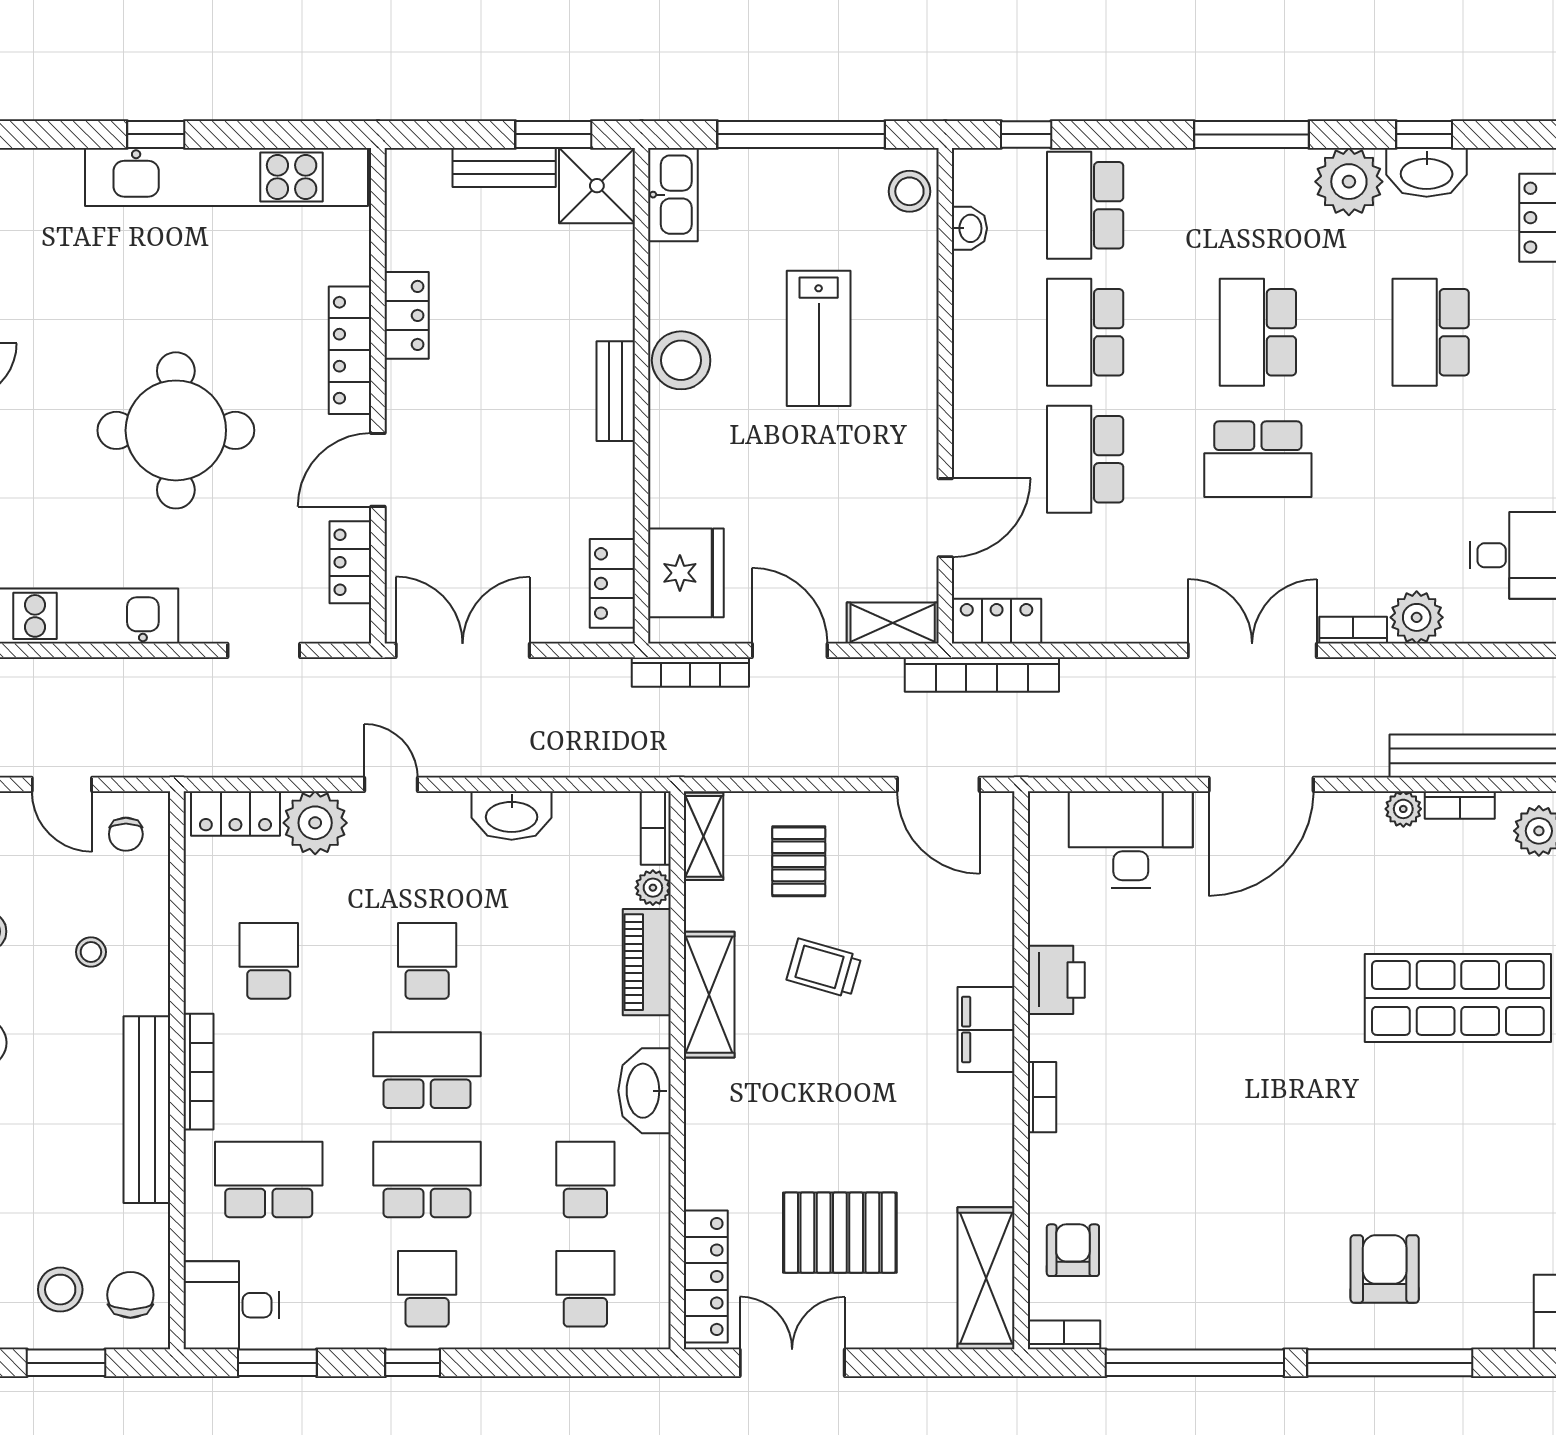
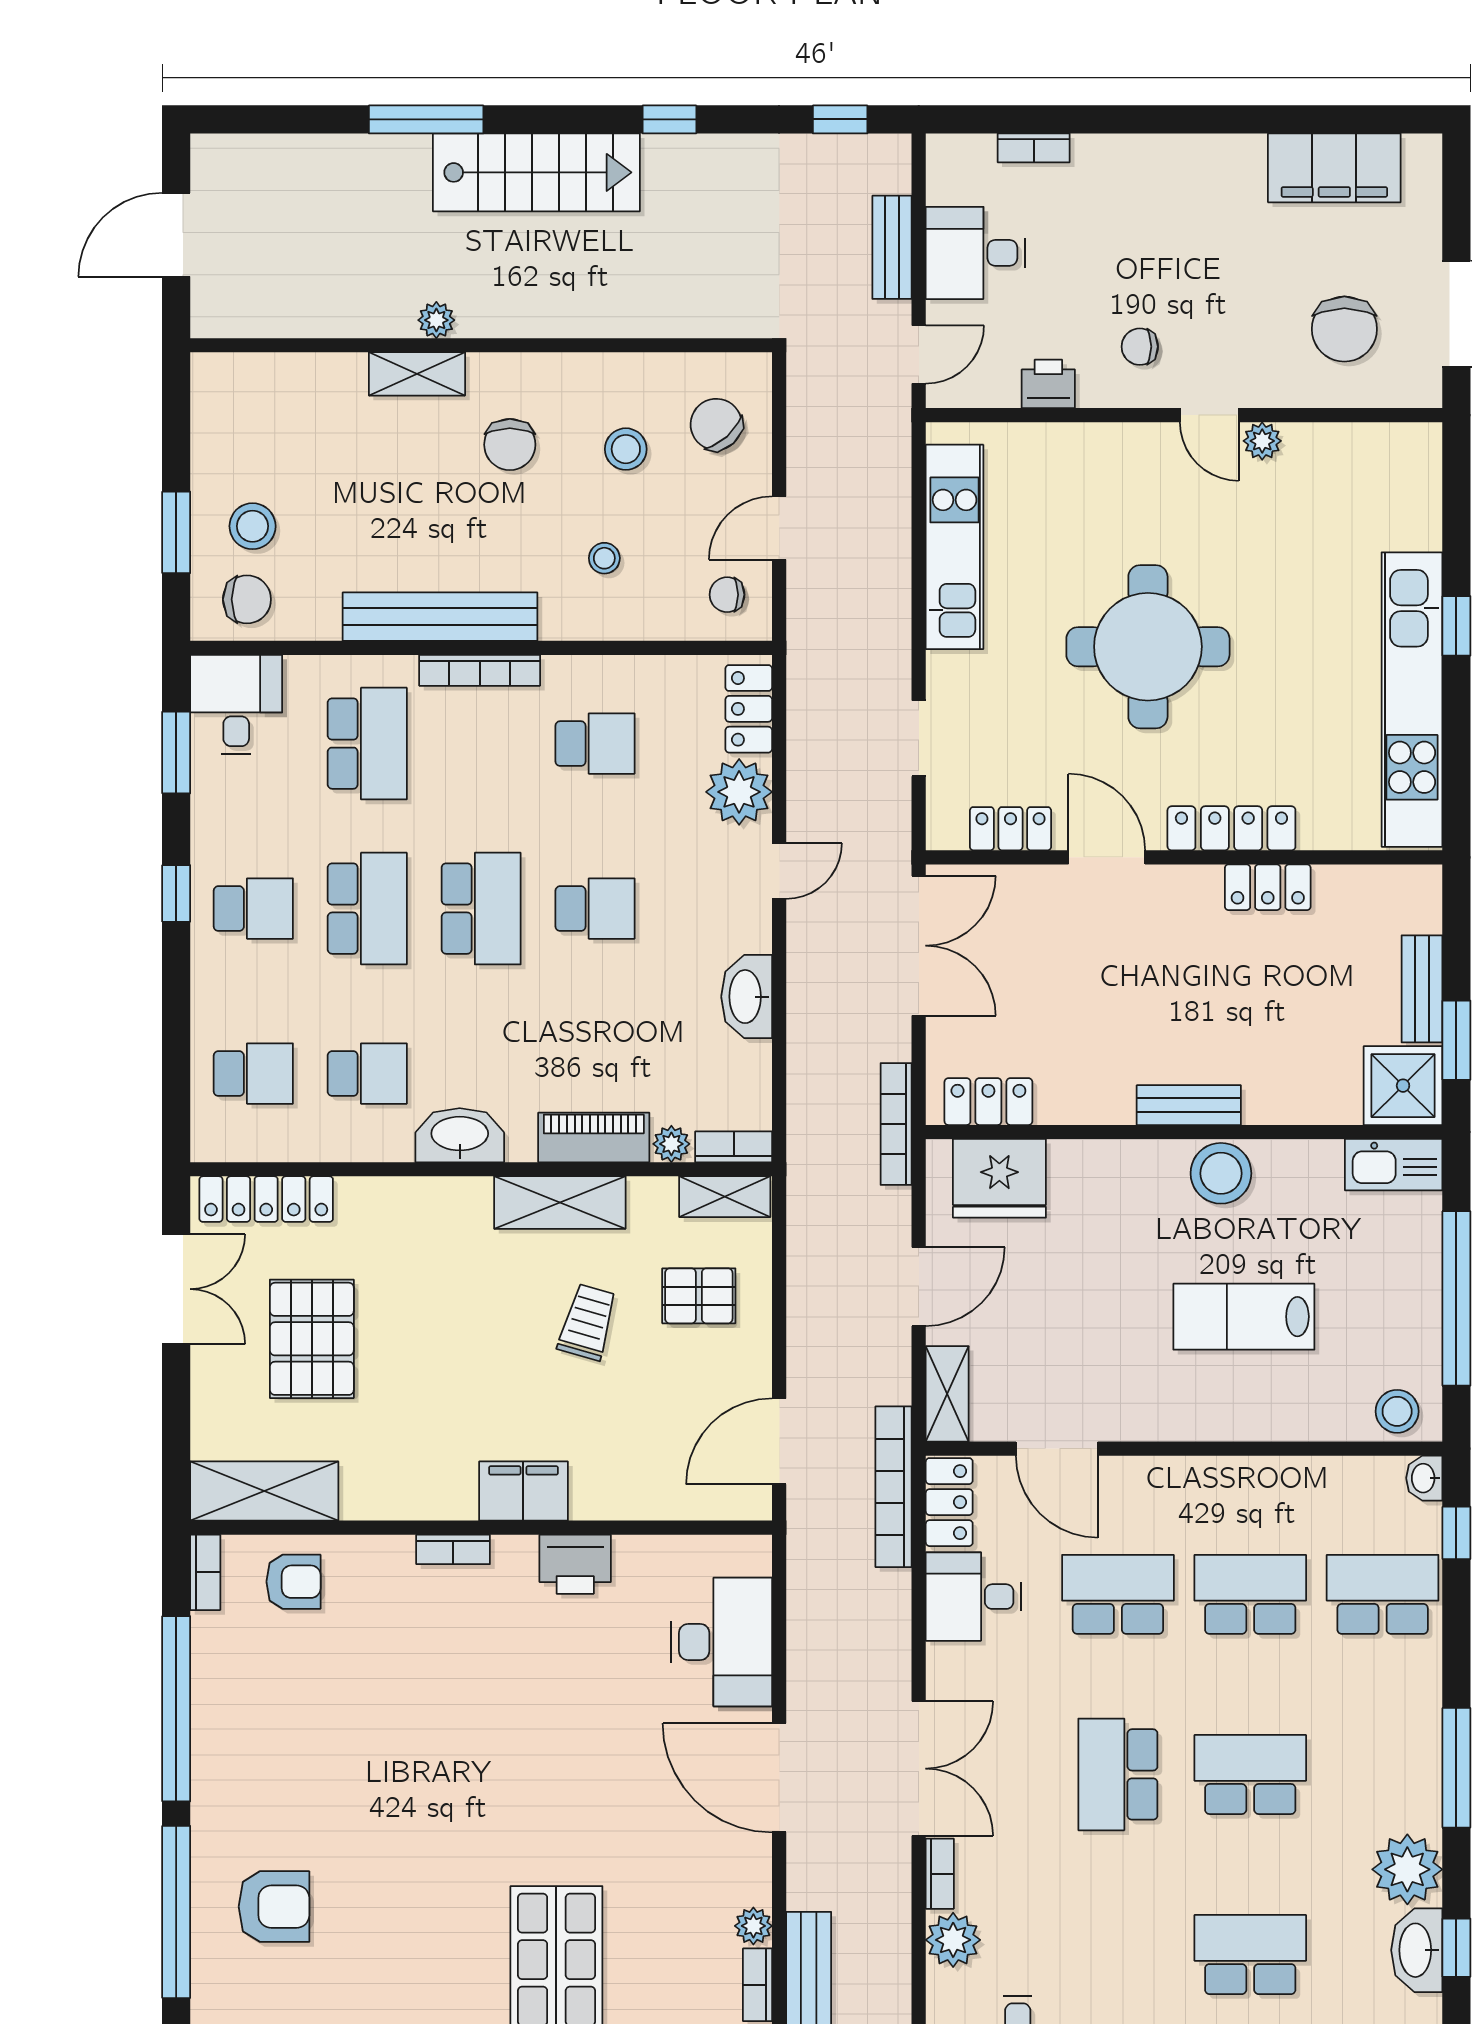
washbasin: (969, 228) -> (1424, 1478), moved, turned 90
desk: (1087, 598) -> (973, 1597), added
bookcase: (690, 672) -> (896, 1124), moved

